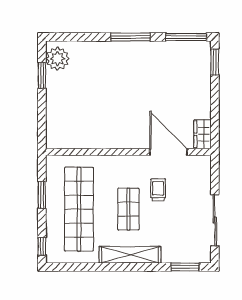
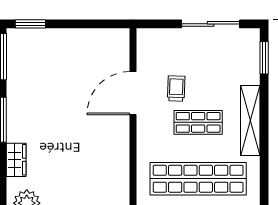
wardrobe: (203, 134) -> (16, 160), moved, turned -90
door: (169, 152) -> (133, 93), moved
trolley: (158, 190) -> (176, 88), turned 92

